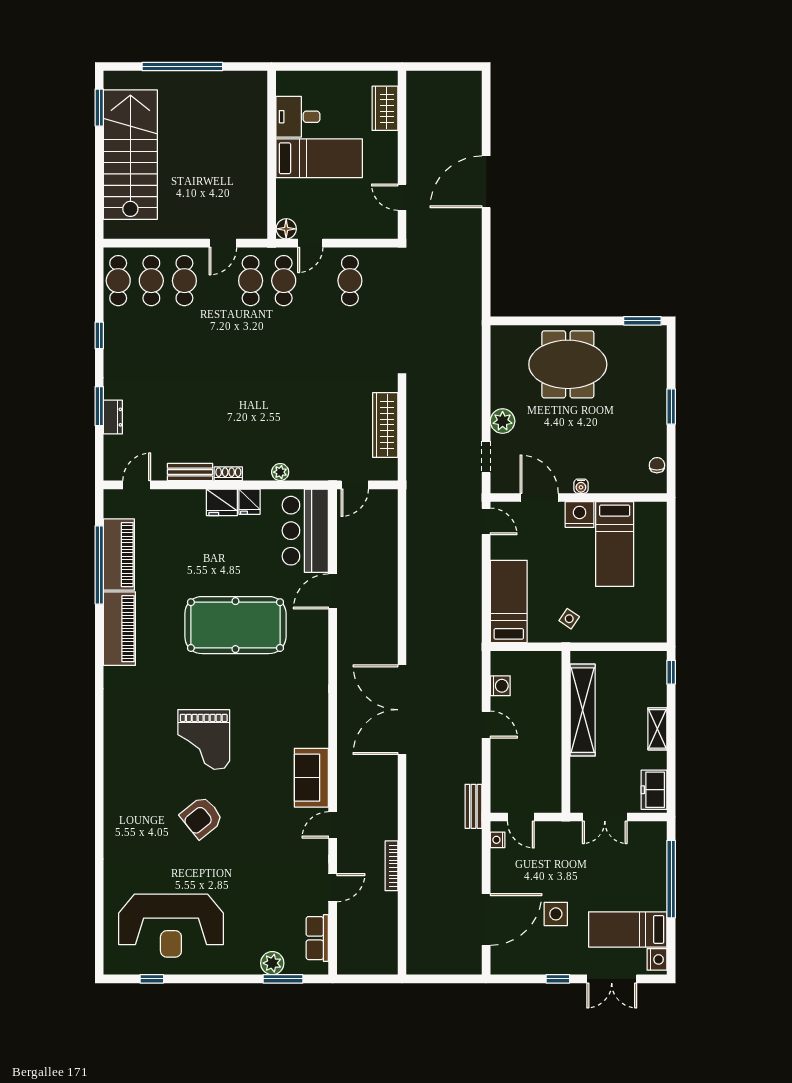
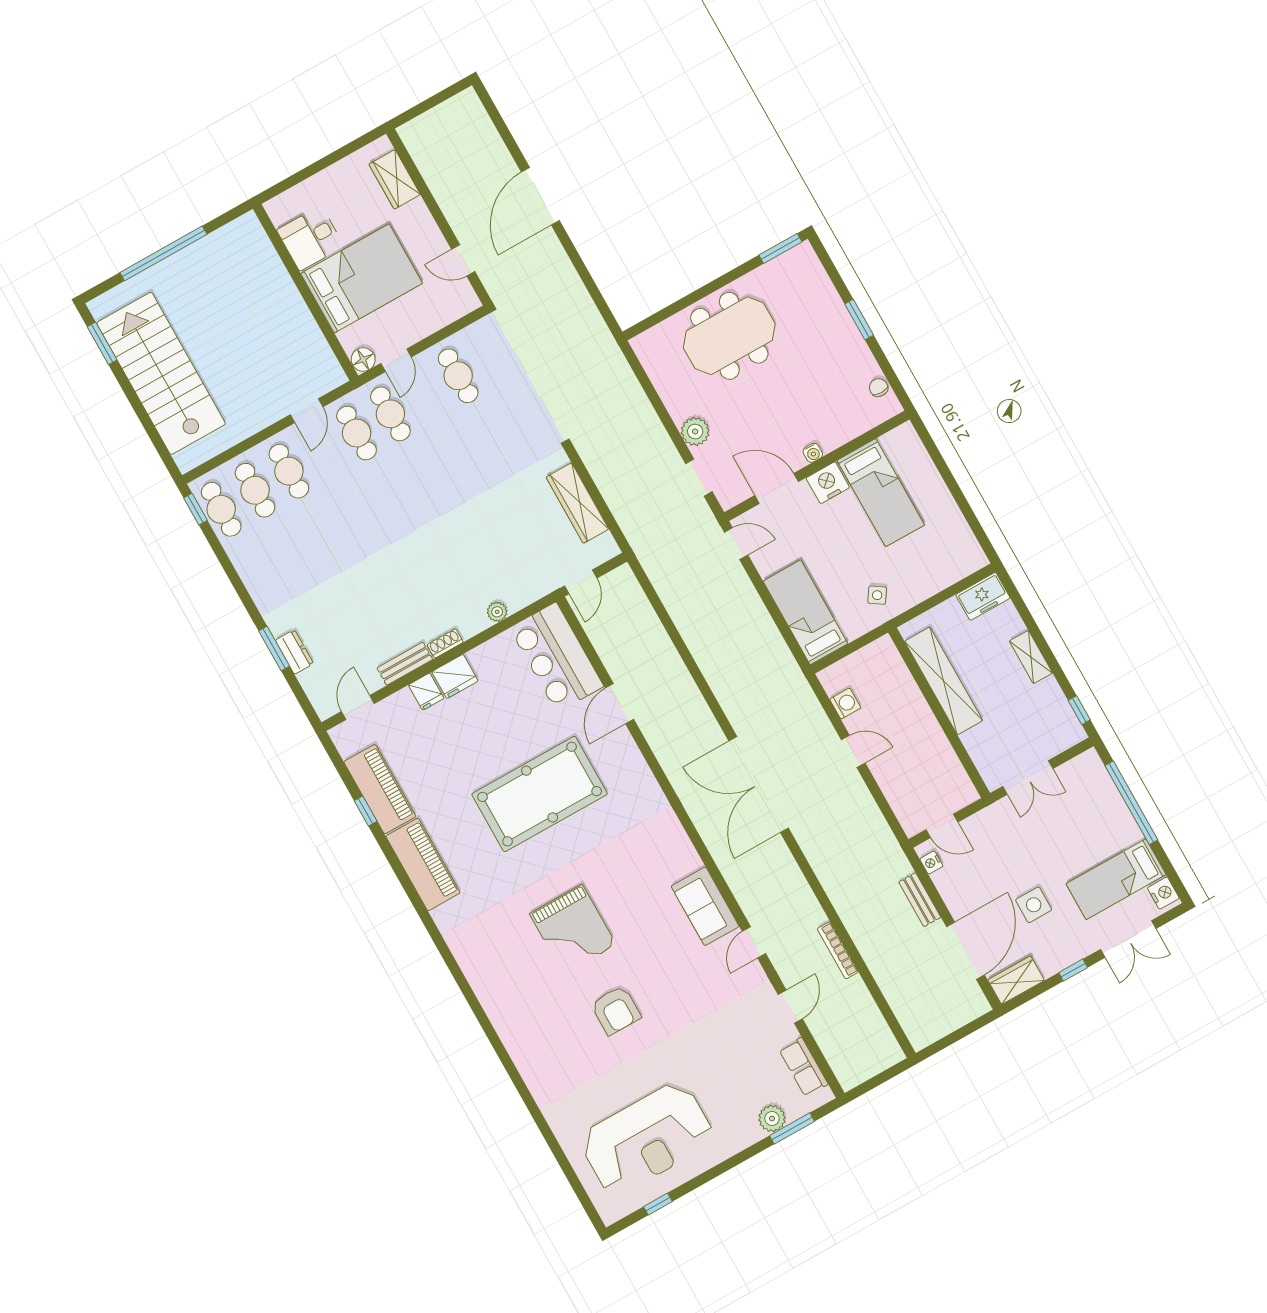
bed: (319, 158) -> (362, 278), width x1.50
window: (99, 335) -> (195, 509), moved
fridge: (250, 502) -> (426, 692), moved
window: (99, 565) -> (366, 811), width x0.32
window: (671, 672) -> (1079, 710), moved
freezer: (654, 790) -> (983, 596), moved, turned -90
bench: (473, 806) -> (920, 900), moved
armchair: (202, 817) -> (616, 1010), turned -51
wardrobe: (511, 963) -> (1016, 980), added

